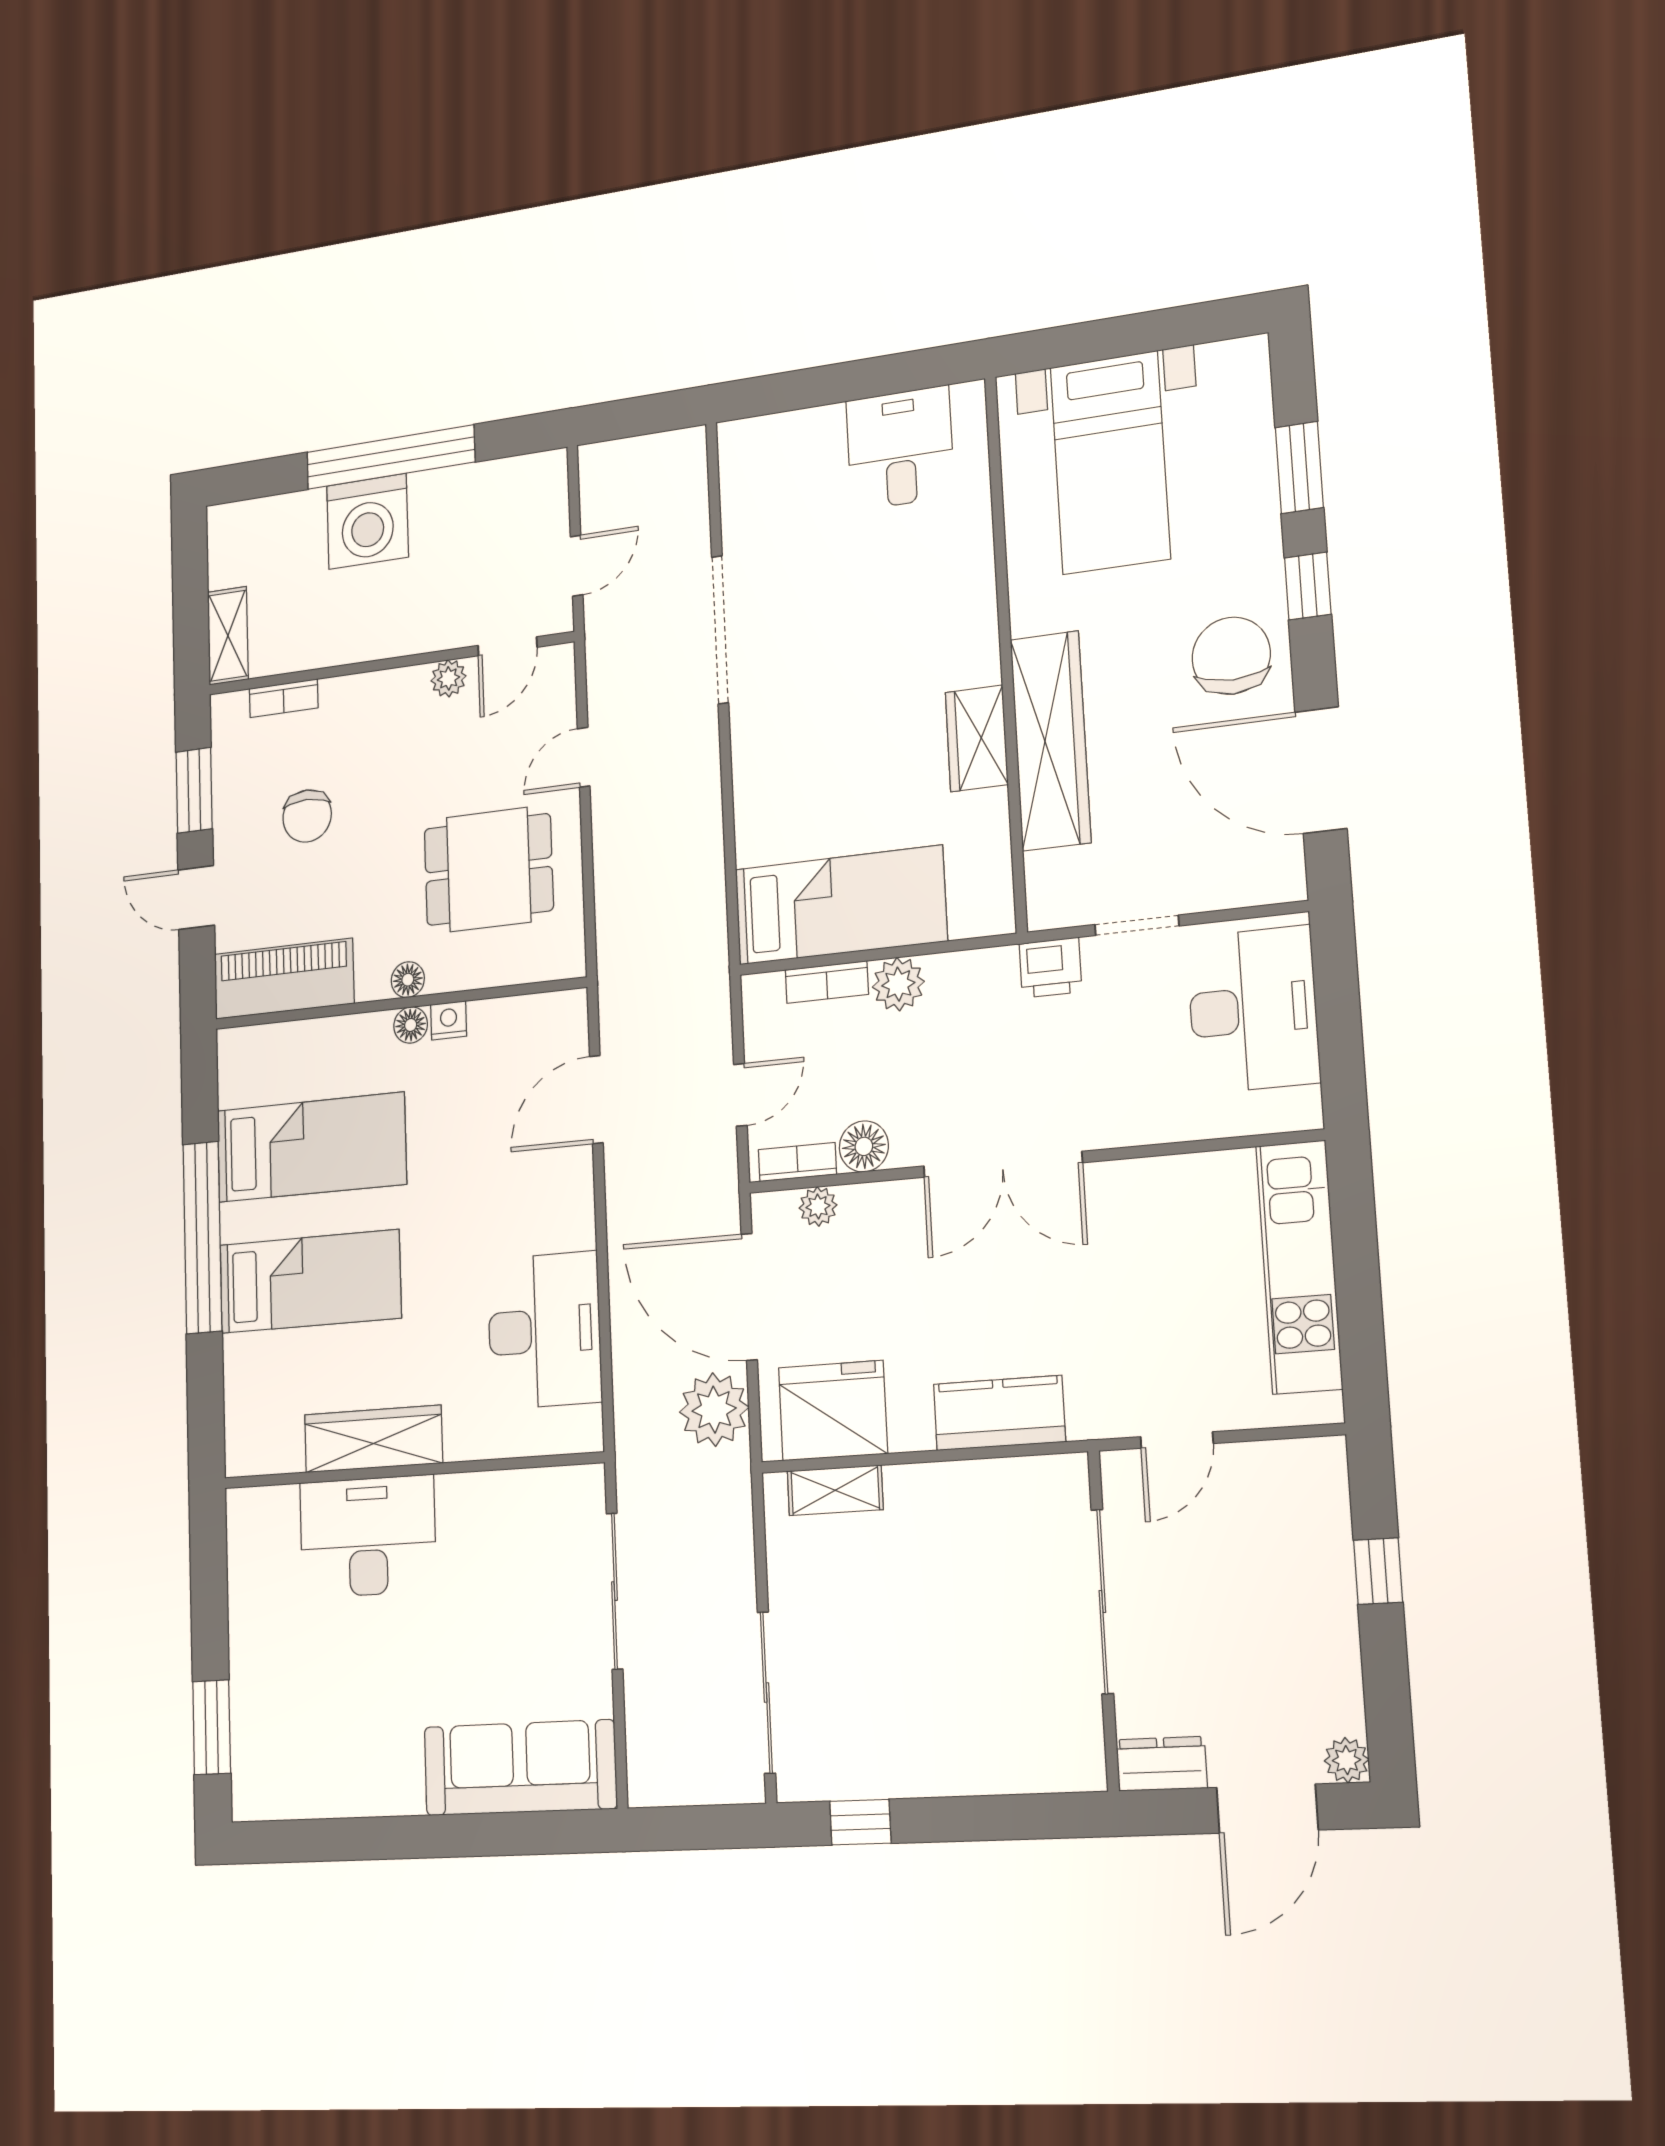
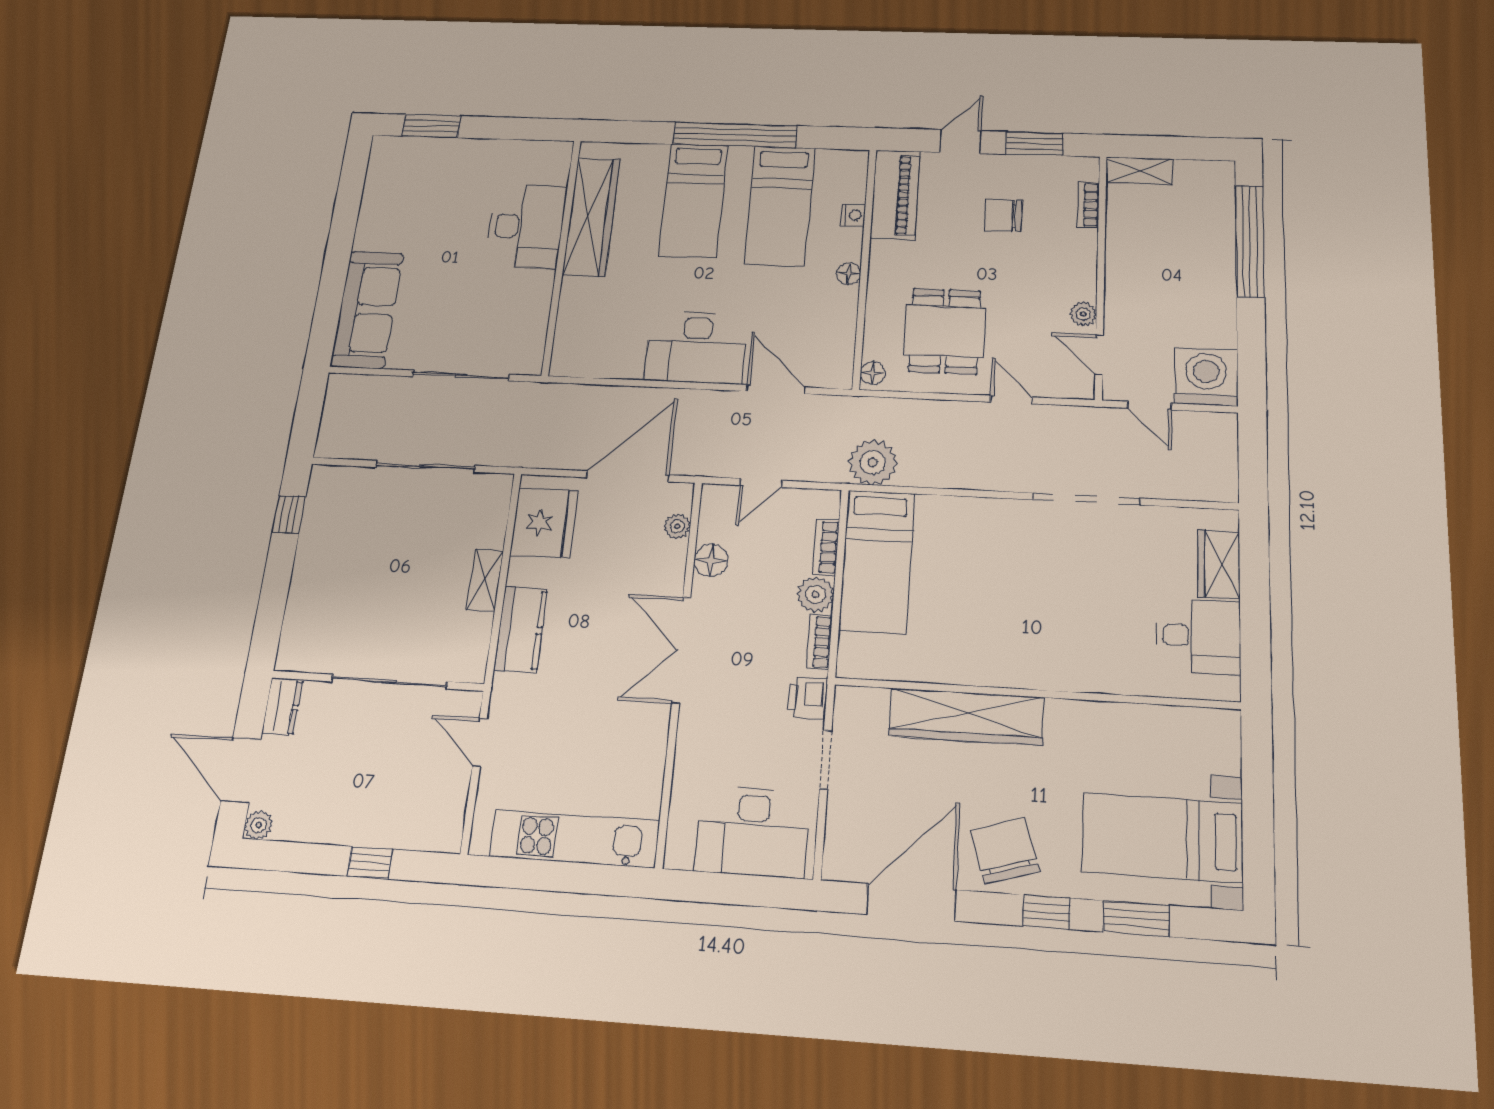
window: (390, 457) -> (1250, 241), moved
bed with nightstands: (1110, 463) -> (1163, 838), moved
washing machine: (367, 521) -> (1206, 377), moved, turned 90
chair: (1231, 656) -> (1005, 851), turned -107
wardrobe: (977, 738) -> (1219, 564), moved, turned -90
floor lamp: (408, 980) -> (873, 373), moved
nightstand: (449, 1020) -> (853, 215), moved
door: (740, 1095) -> (761, 483), hinge flipped
bookcase: (797, 1162) -> (819, 642), moved, turned 180
desk: (544, 1330) -> (696, 347), moved
plant: (714, 1410) -> (873, 462), moved
wardrobe: (373, 1439) -> (591, 217), width x1.40, depth x1.17
shelving: (835, 1490) -> (485, 580), moved
sliding door: (766, 1693) -> (425, 466), moved

